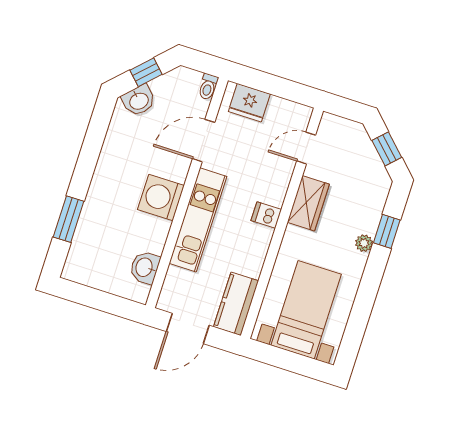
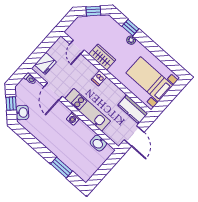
washing machine: (161, 197) -> (73, 119), width x0.53, depth x0.53

